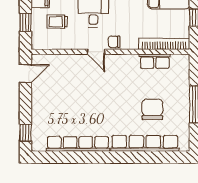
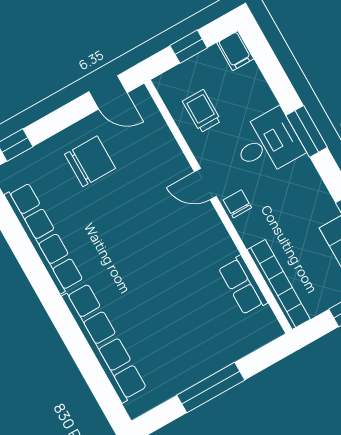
trolley: (57, 22) -> (202, 111), moved
door: (96, 52) -> (205, 184), hinge flipped
chair: (152, 109) -> (90, 161), moved

